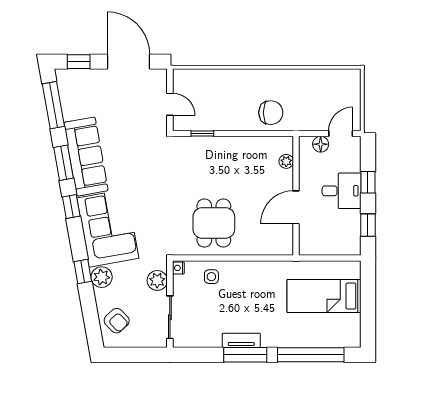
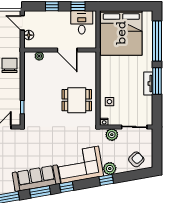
desk: (342, 191) -> (82, 22), moved
bed: (324, 296) -> (121, 33), width x2.04

